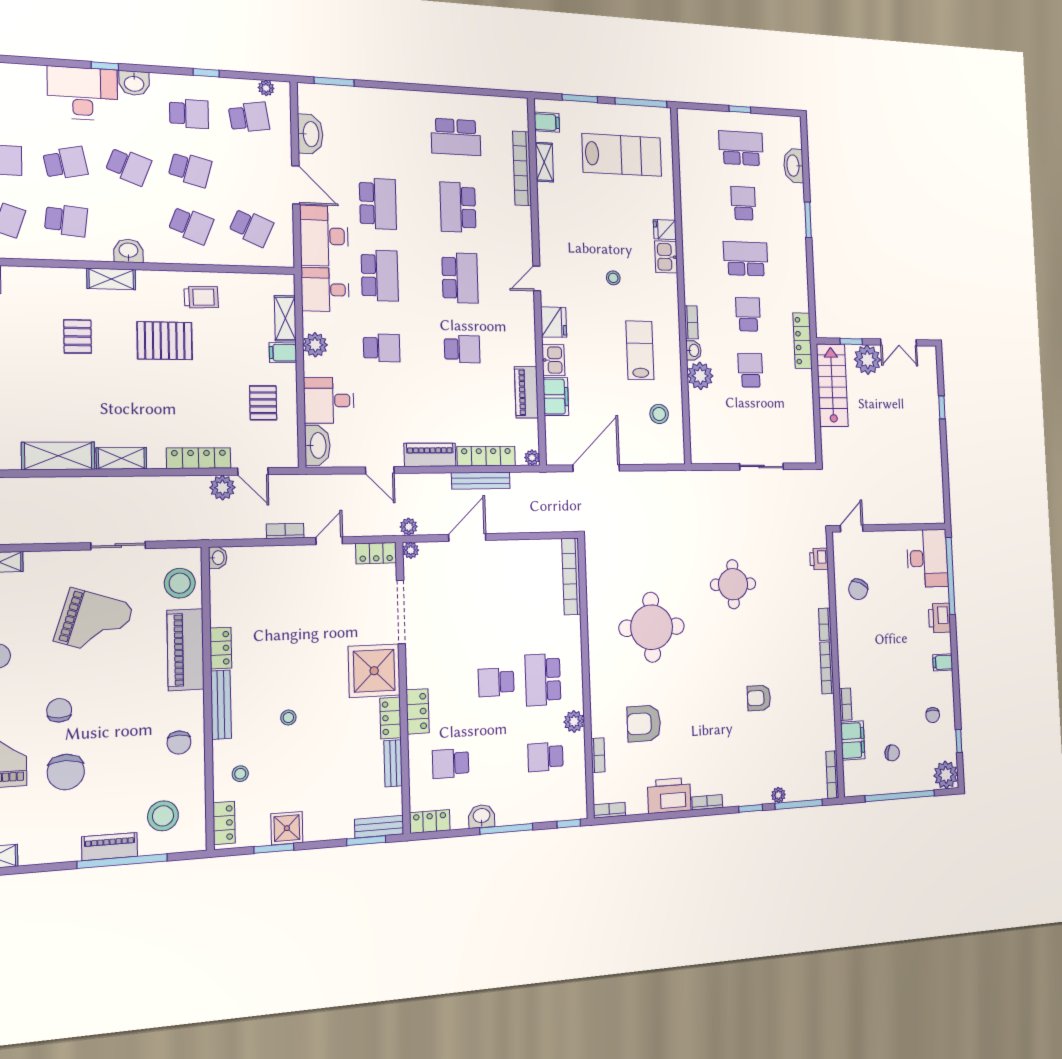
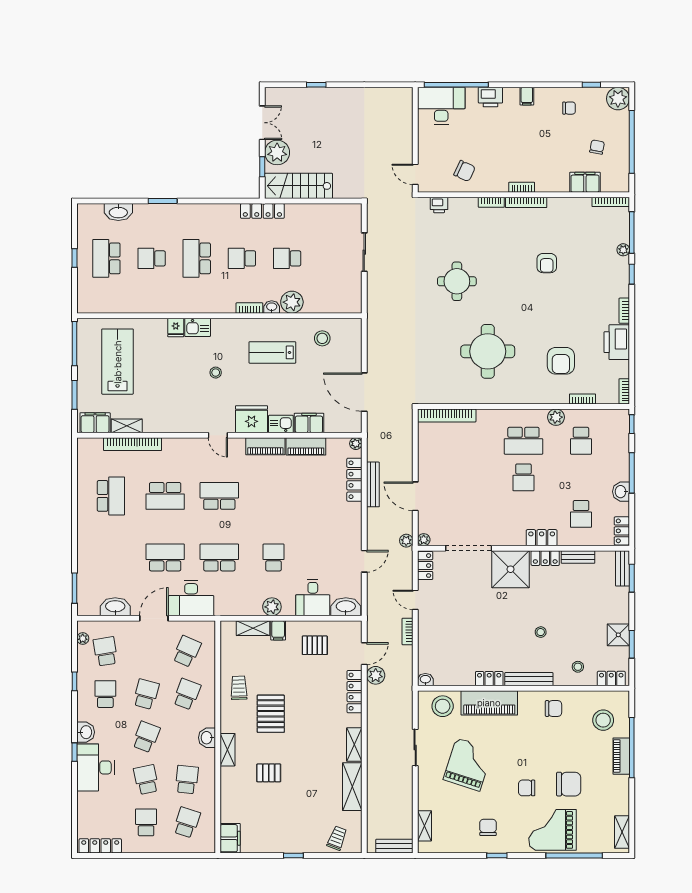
filing cabinet: (547, 122) -> (95, 423), width x2.00
desk: (325, 290) -> (231, 598), removed
fridge: (554, 322) -> (252, 419), width x1.36, depth x1.34
school desk: (462, 349) -> (274, 496), removed
piano: (430, 455) -> (265, 446), moved, turned -90
bookcase: (845, 704) -> (522, 187), moved

